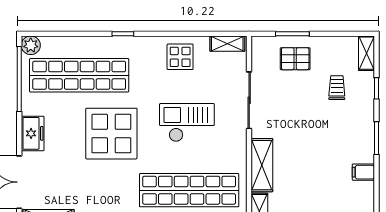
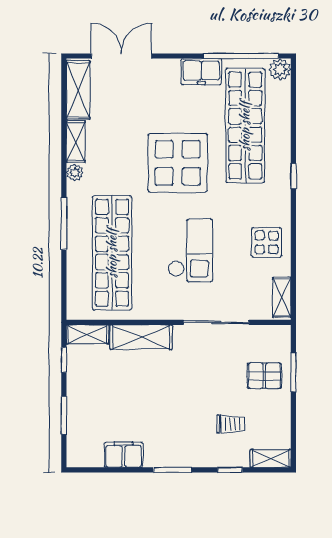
pallet: (295, 59) -> (264, 376), turned 90
freezer: (33, 133) -> (201, 72), moved
filing cabinet: (363, 172) -> (123, 455), width x2.00

